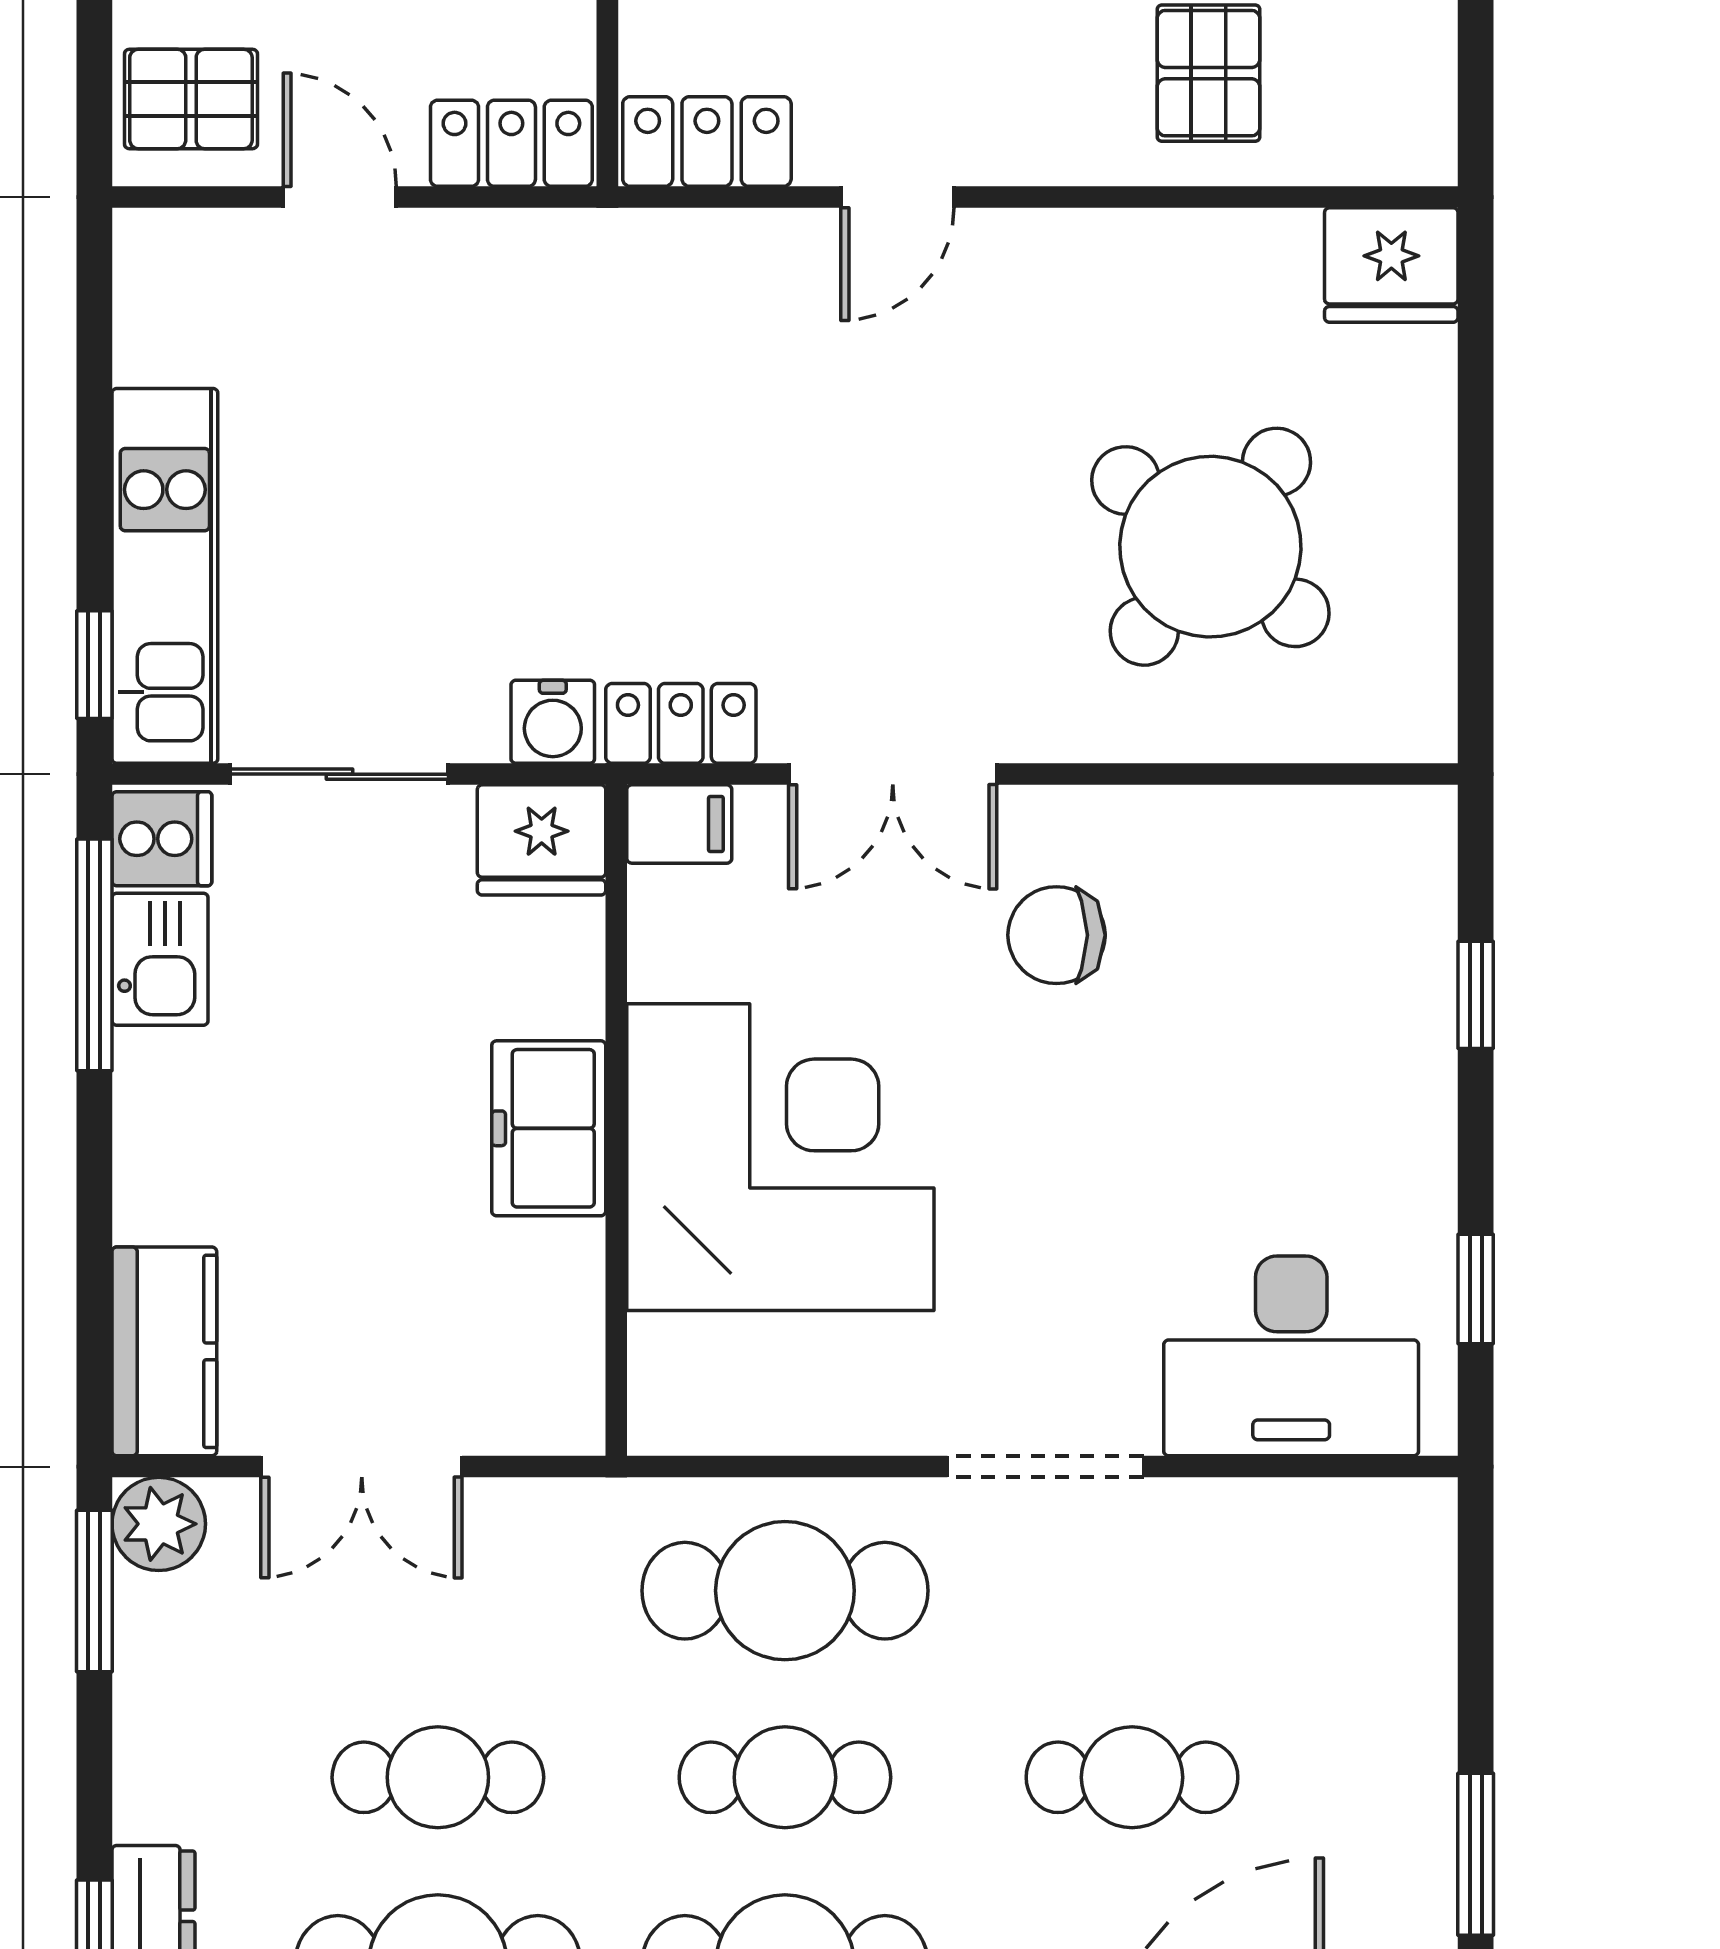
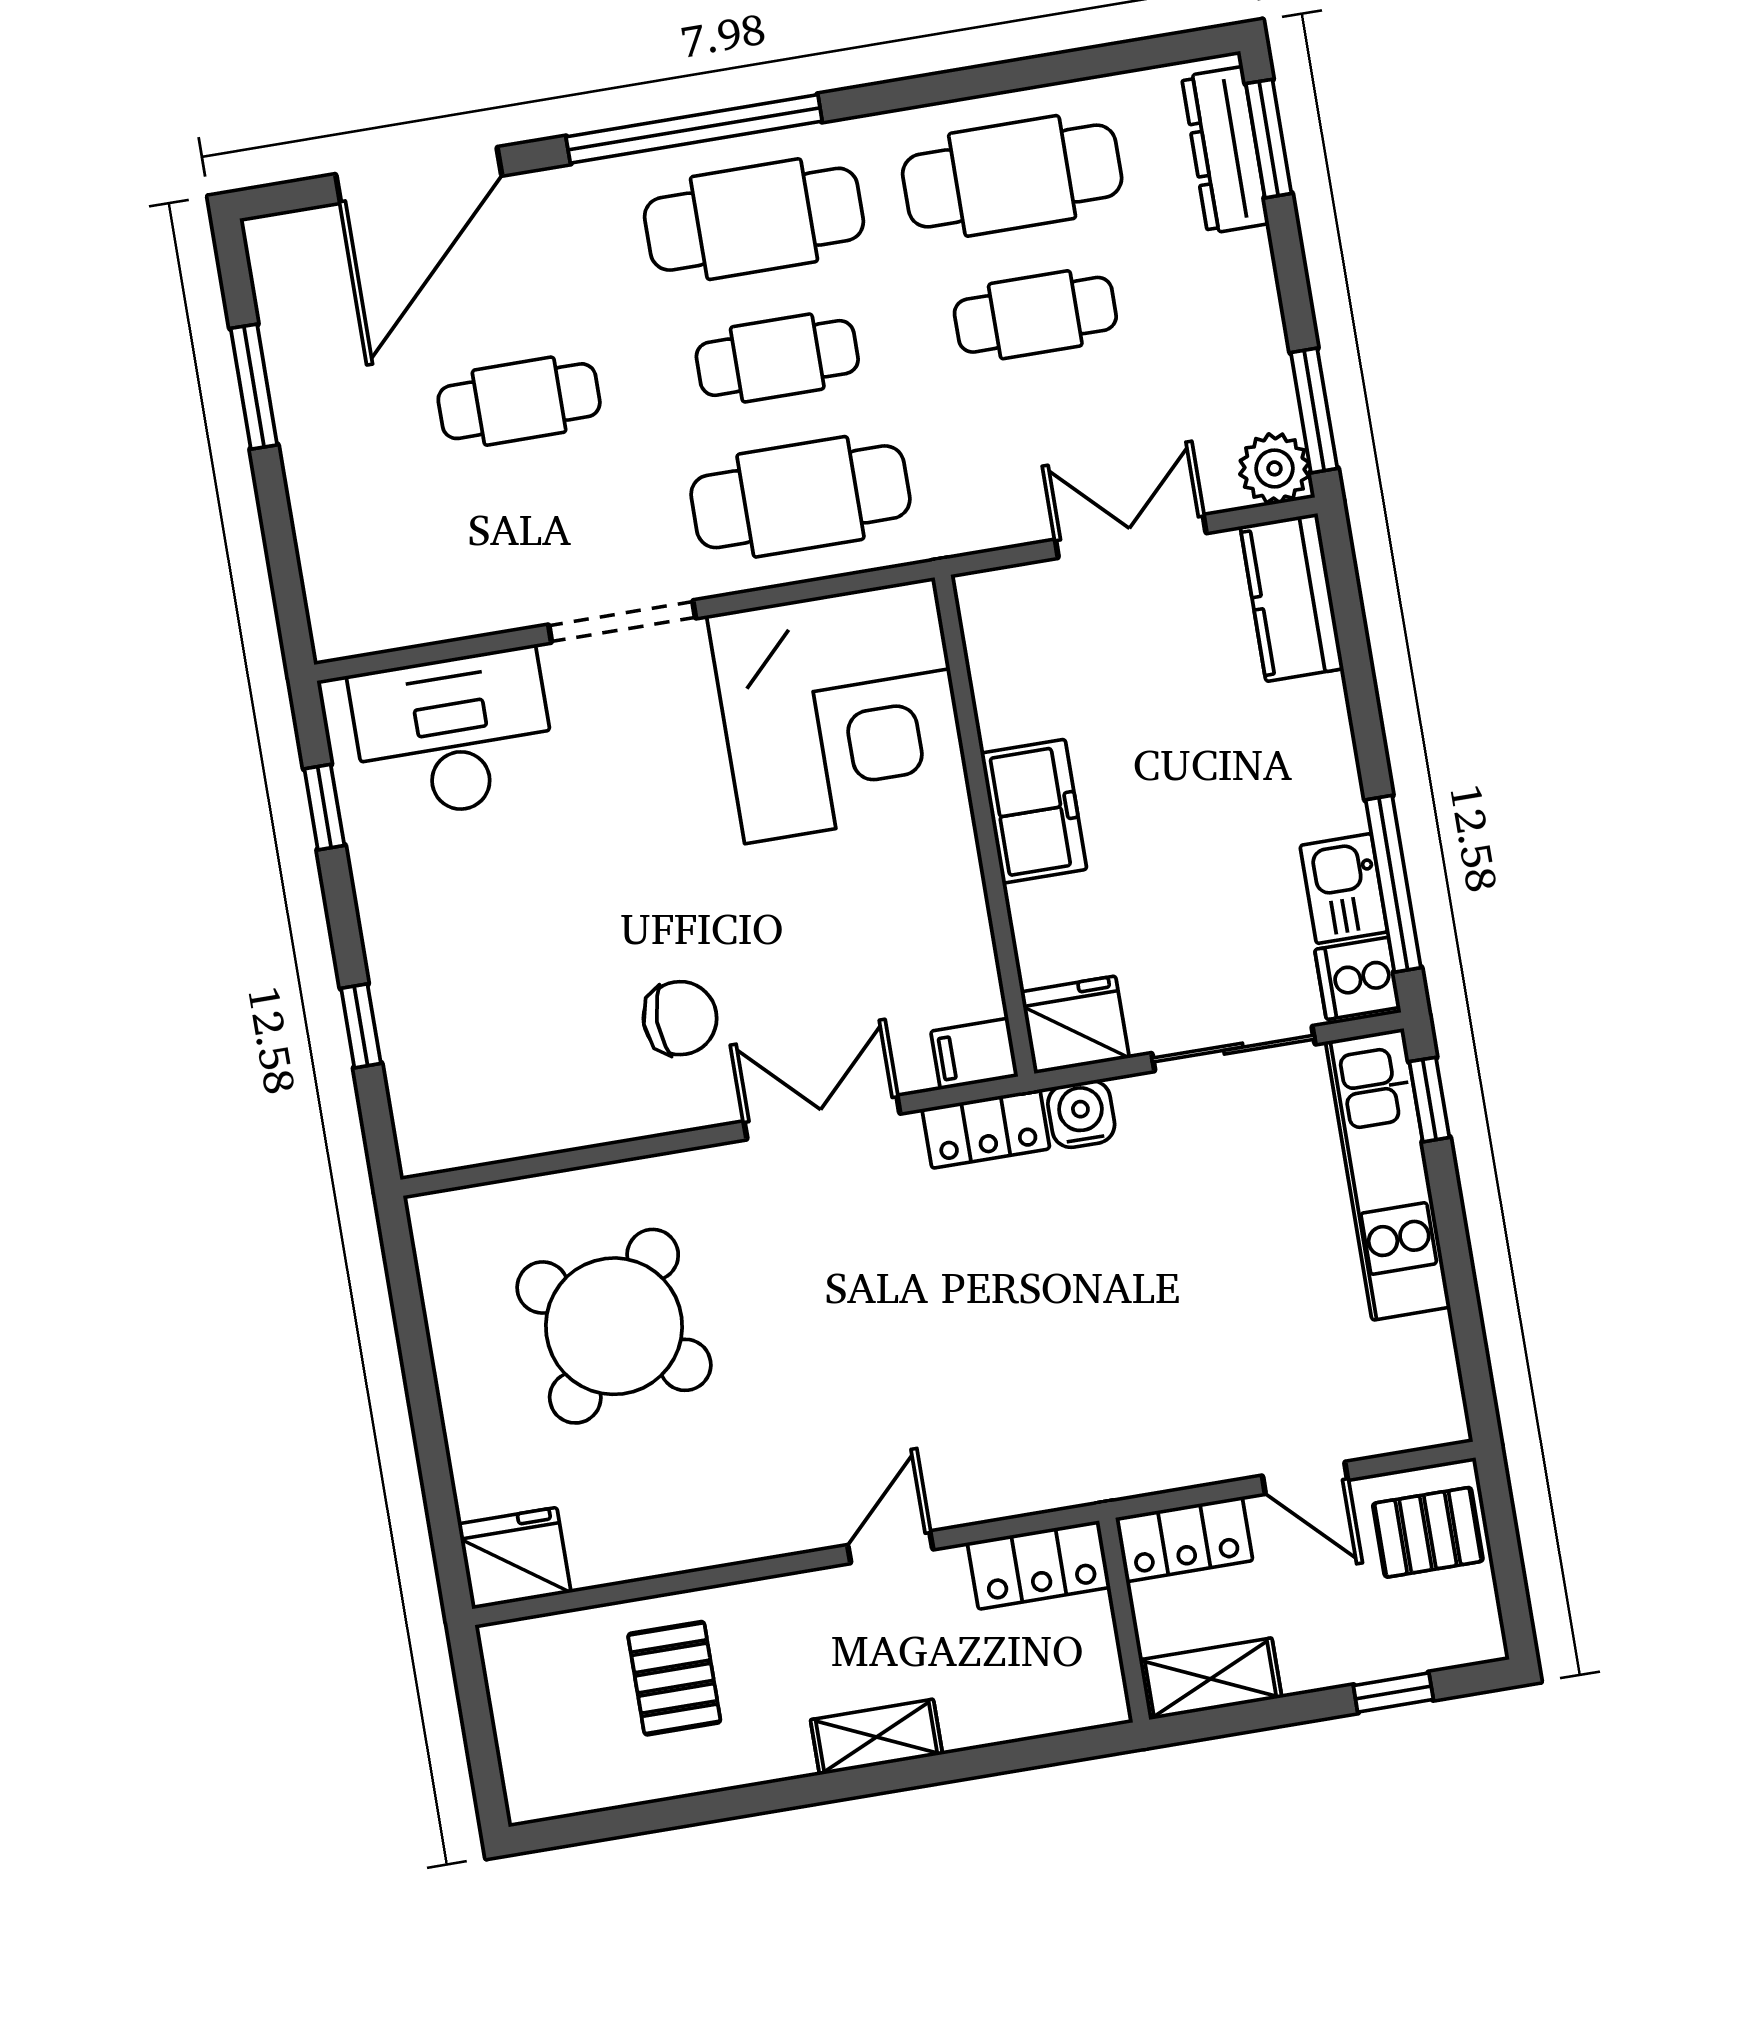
corner desk: (780, 1157) -> (840, 711), moved, turned -90

